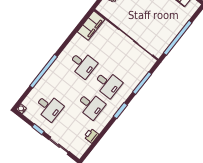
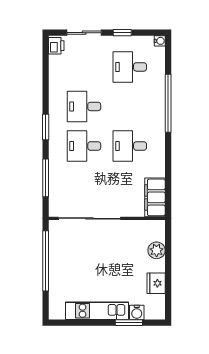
printer: (91, 136) -> (56, 46), moved

